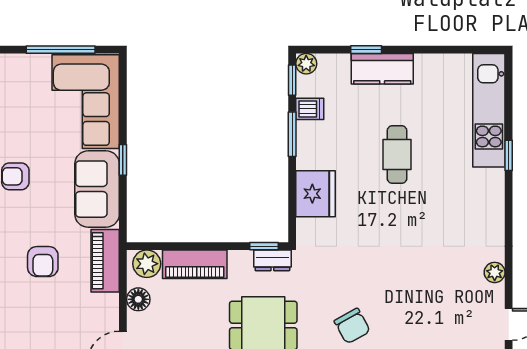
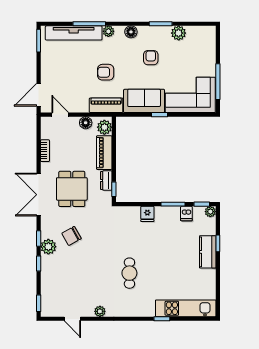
cafe table: (397, 155) -> (129, 273), moved, turned 90
fridge: (315, 194) -> (147, 214), width x0.53, depth x0.75
dresser: (272, 260) -> (106, 180), moved

